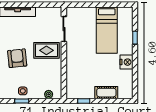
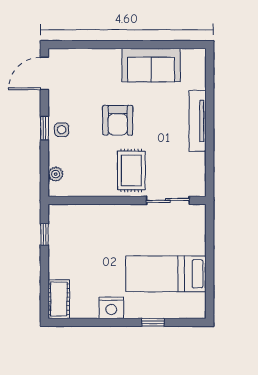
armchair: (17, 58) -> (118, 120), turned 96
cot: (106, 93) -> (59, 299), moved

